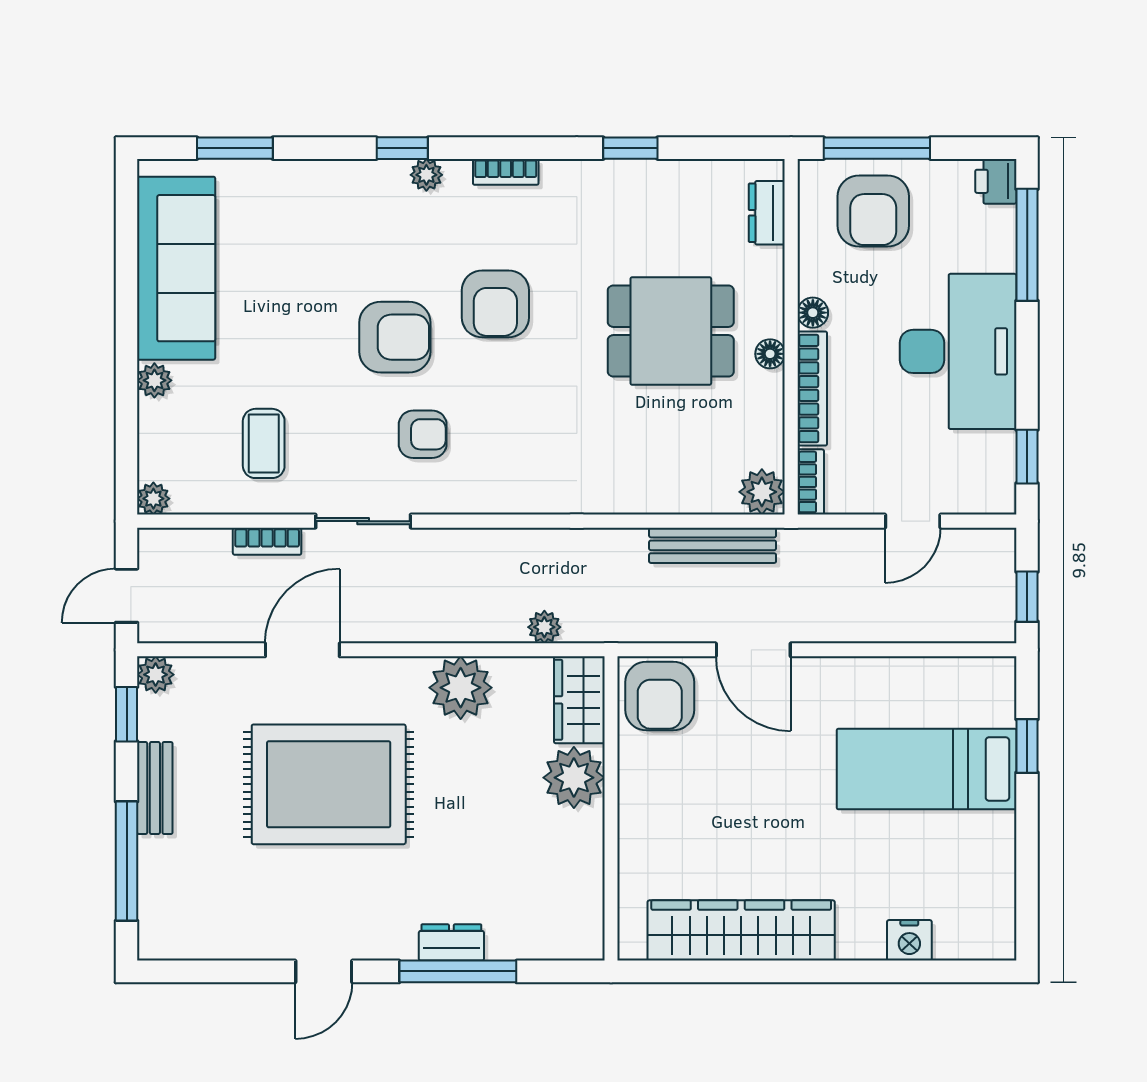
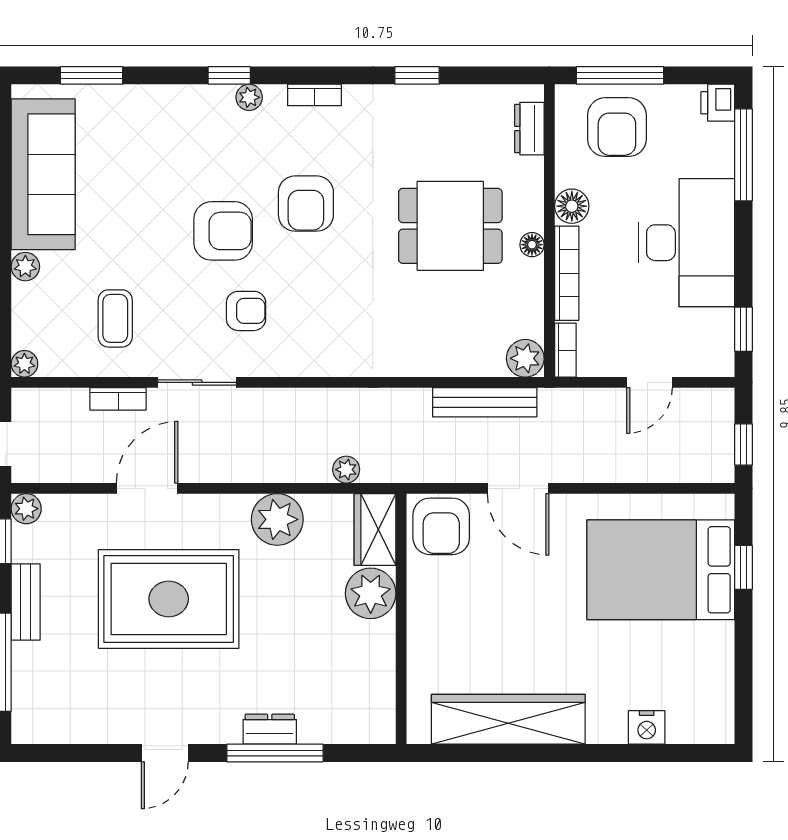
floor lamp: (813, 313) -> (572, 206), width x1.37, depth x1.37
bed: (927, 769) -> (661, 570), width x1.50

